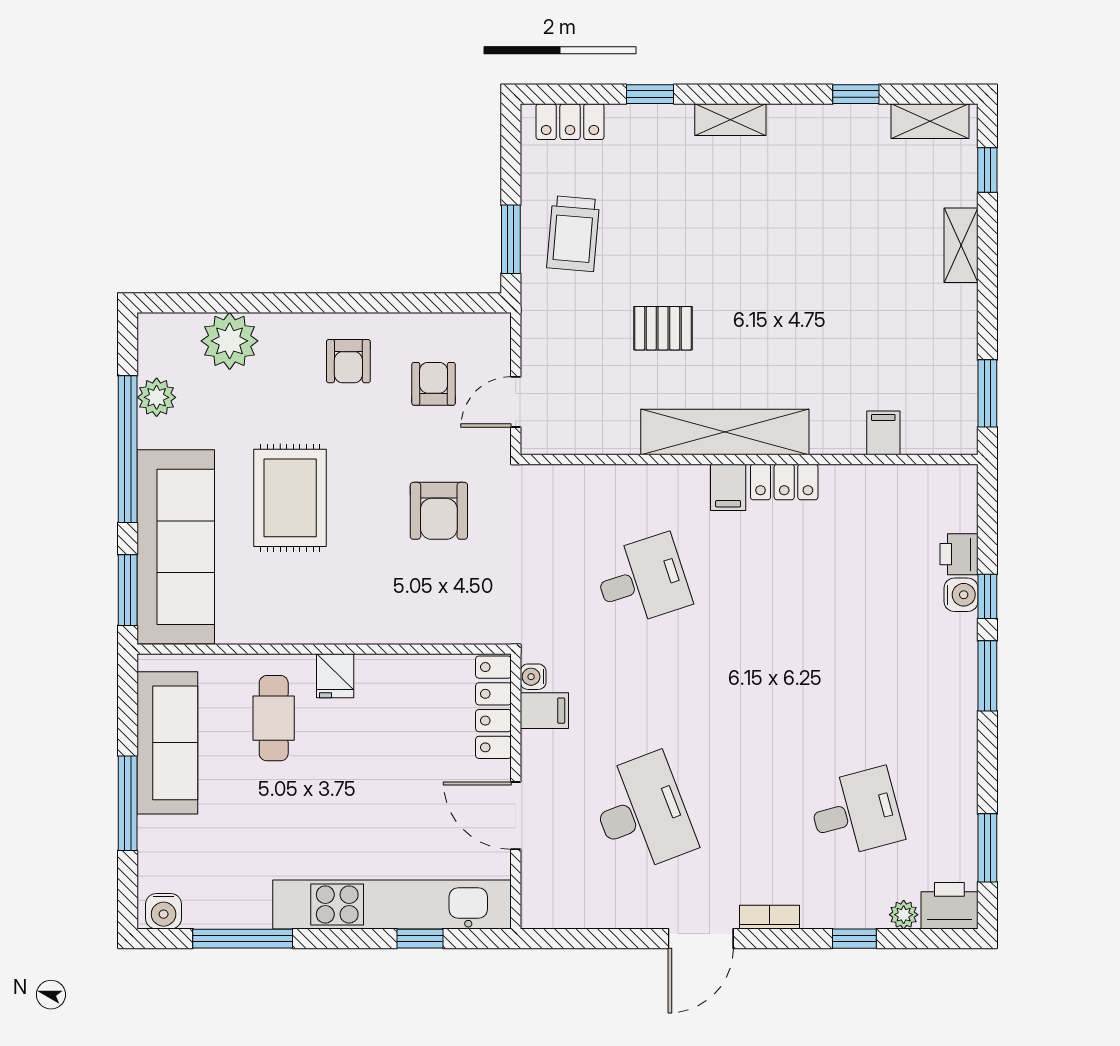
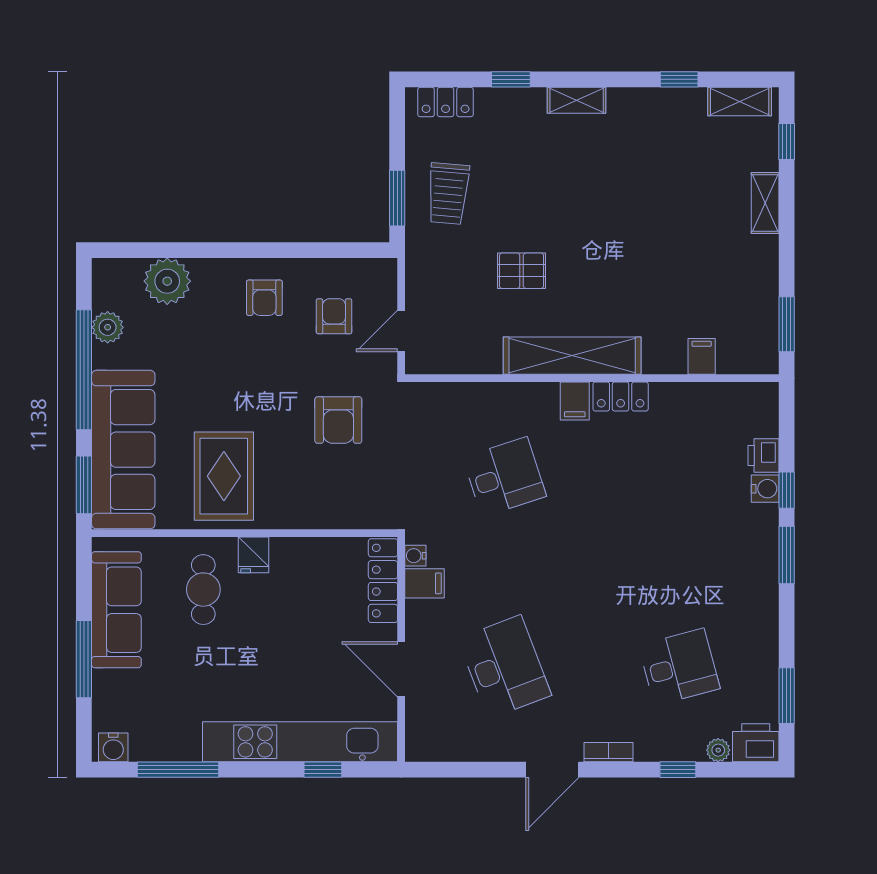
rug: (290, 498) -> (224, 476), moved

